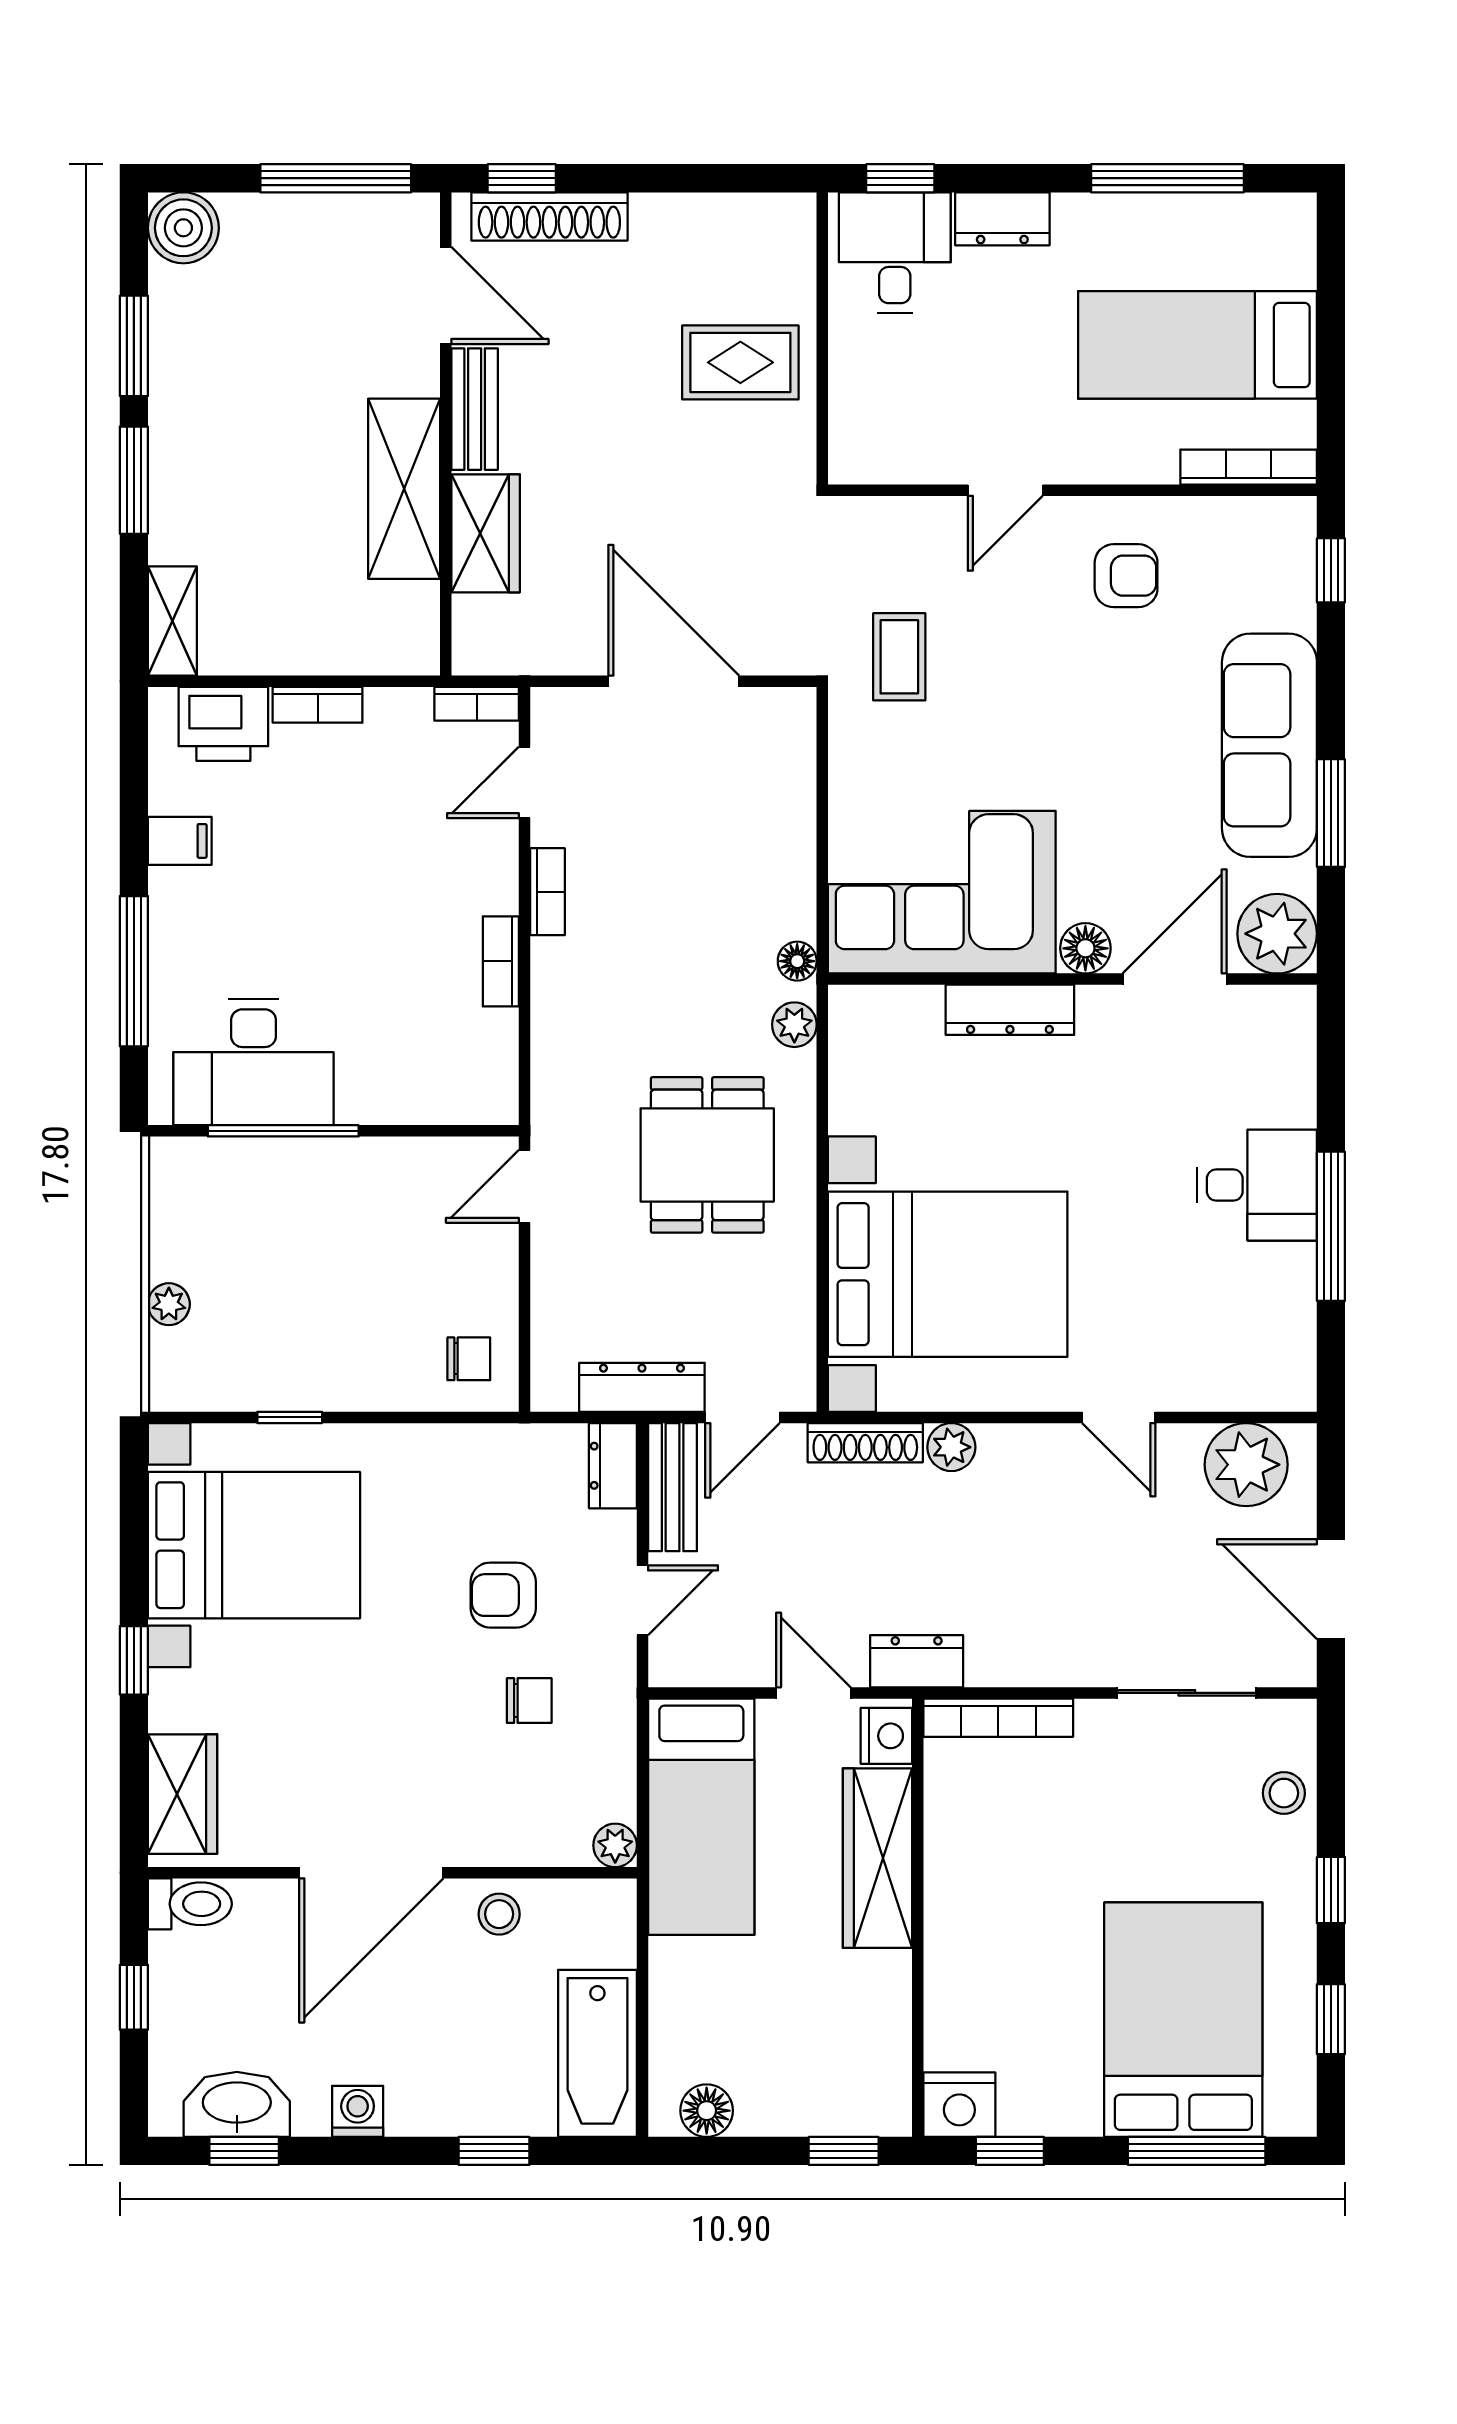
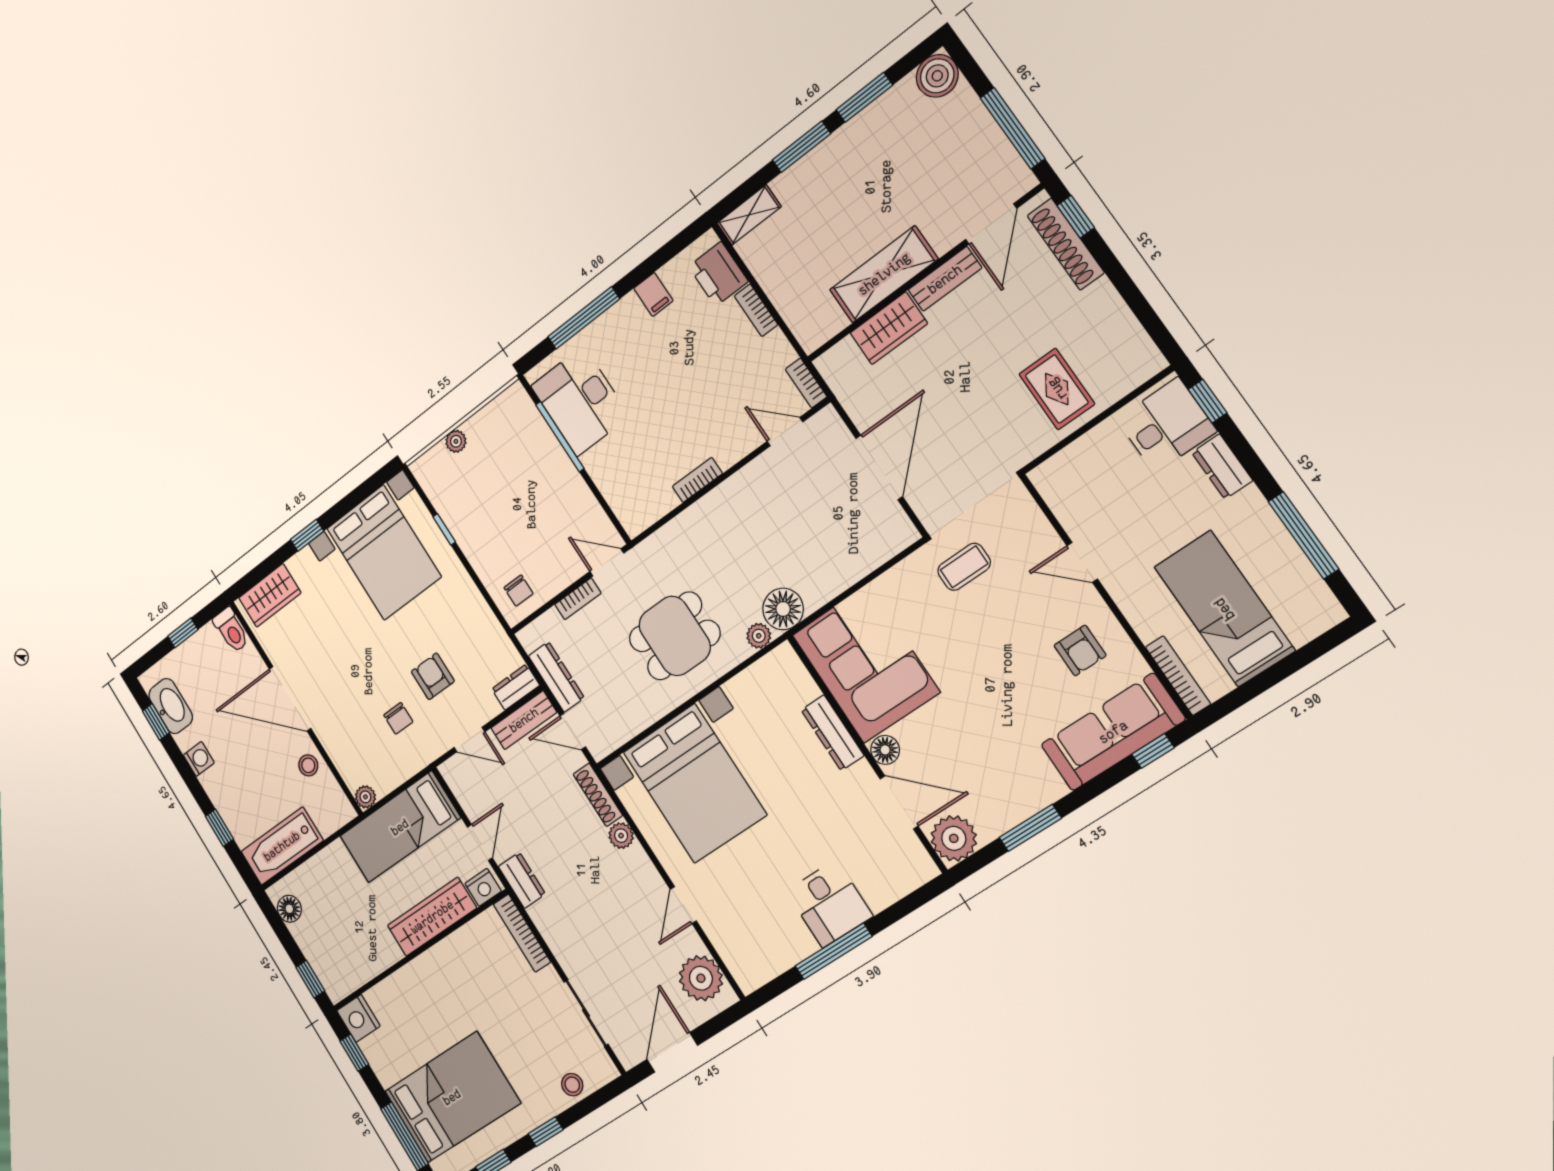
sofa: (1269, 745) -> (1113, 732), moved
bookcase: (547, 892) -> (578, 599), moved
floor lamp: (797, 961) -> (783, 609), width x1.89, depth x1.89

